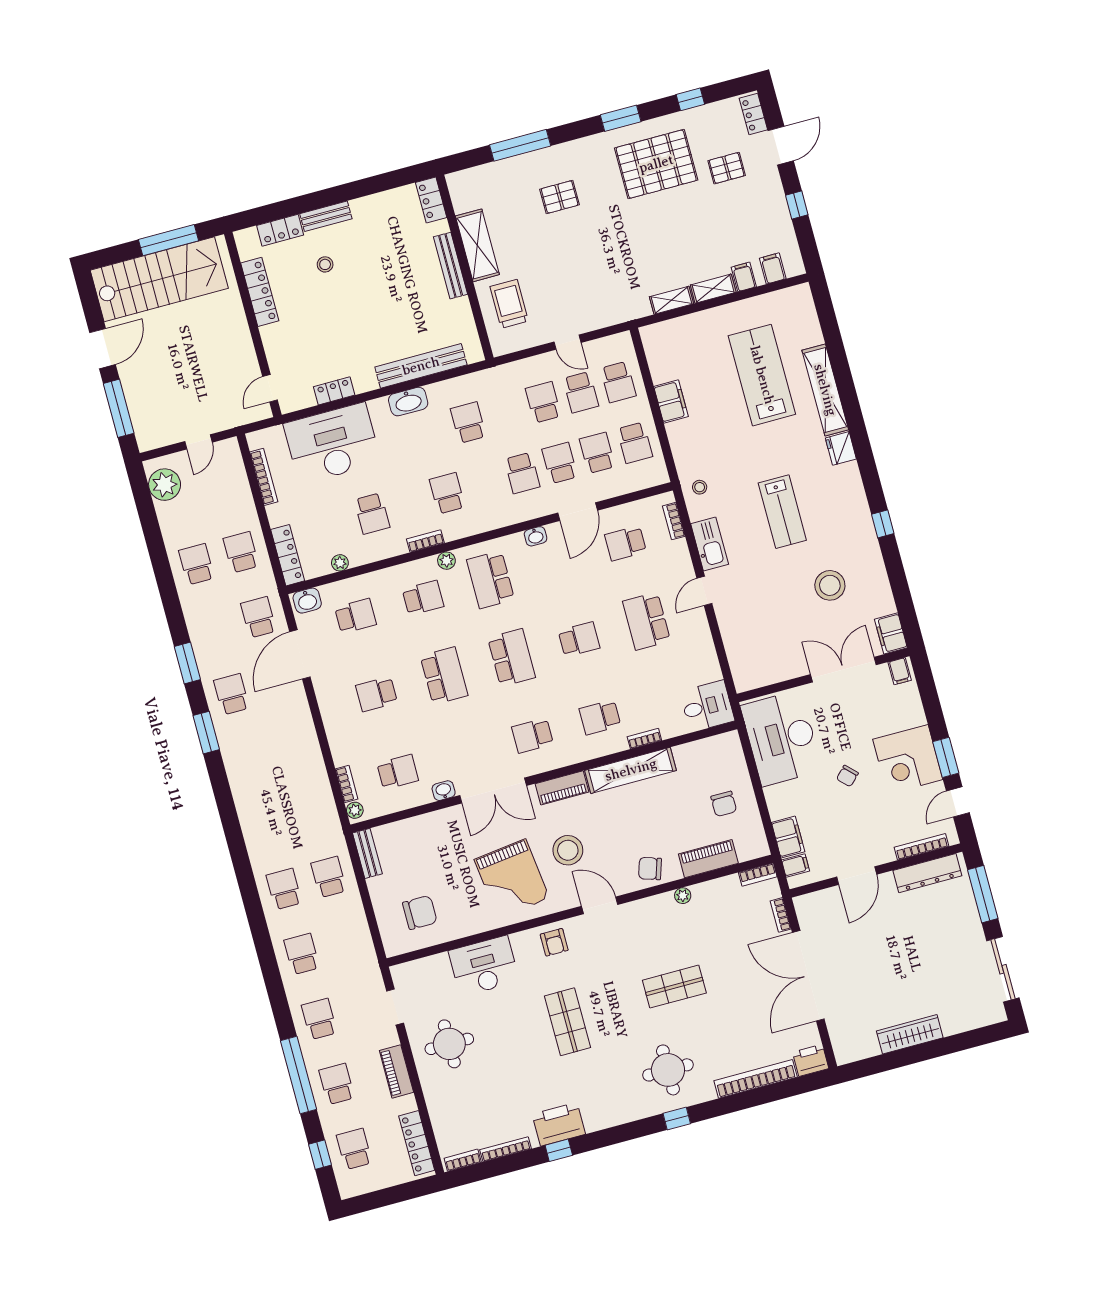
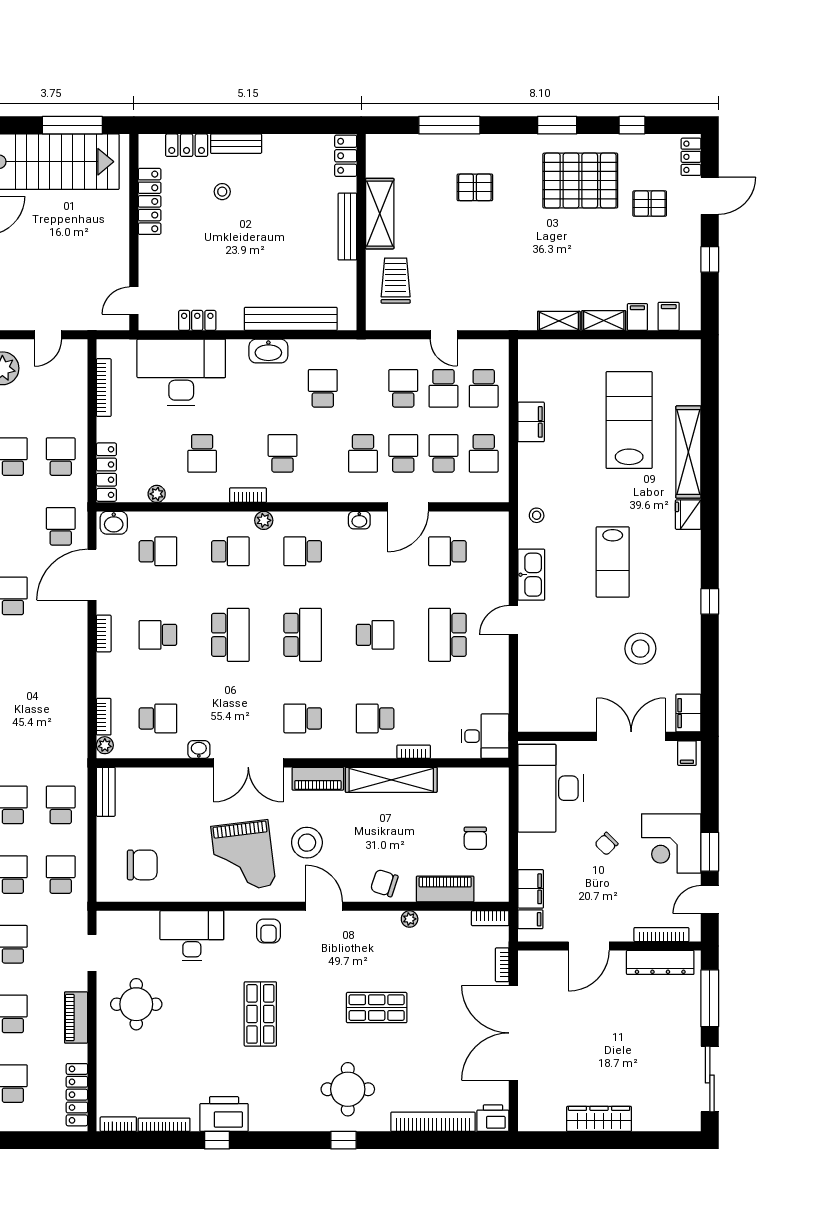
bookcase: (674, 521) -> (104, 633), moved, turned 180
school desk: (491, 580) -> (303, 551), width x0.54
school desk: (346, 942) -> (61, 875), added

